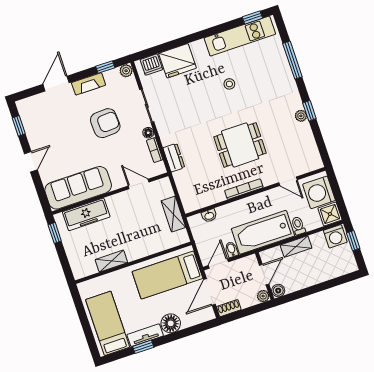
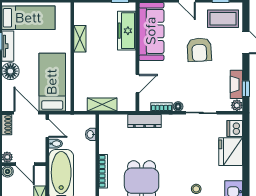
fireplace: (89, 84) -> (236, 84), moved
coffee table: (39, 116) -> (223, 19), added
armchair: (105, 123) -> (199, 50), moved
dresser: (174, 158) -> (145, 121), width x1.44

